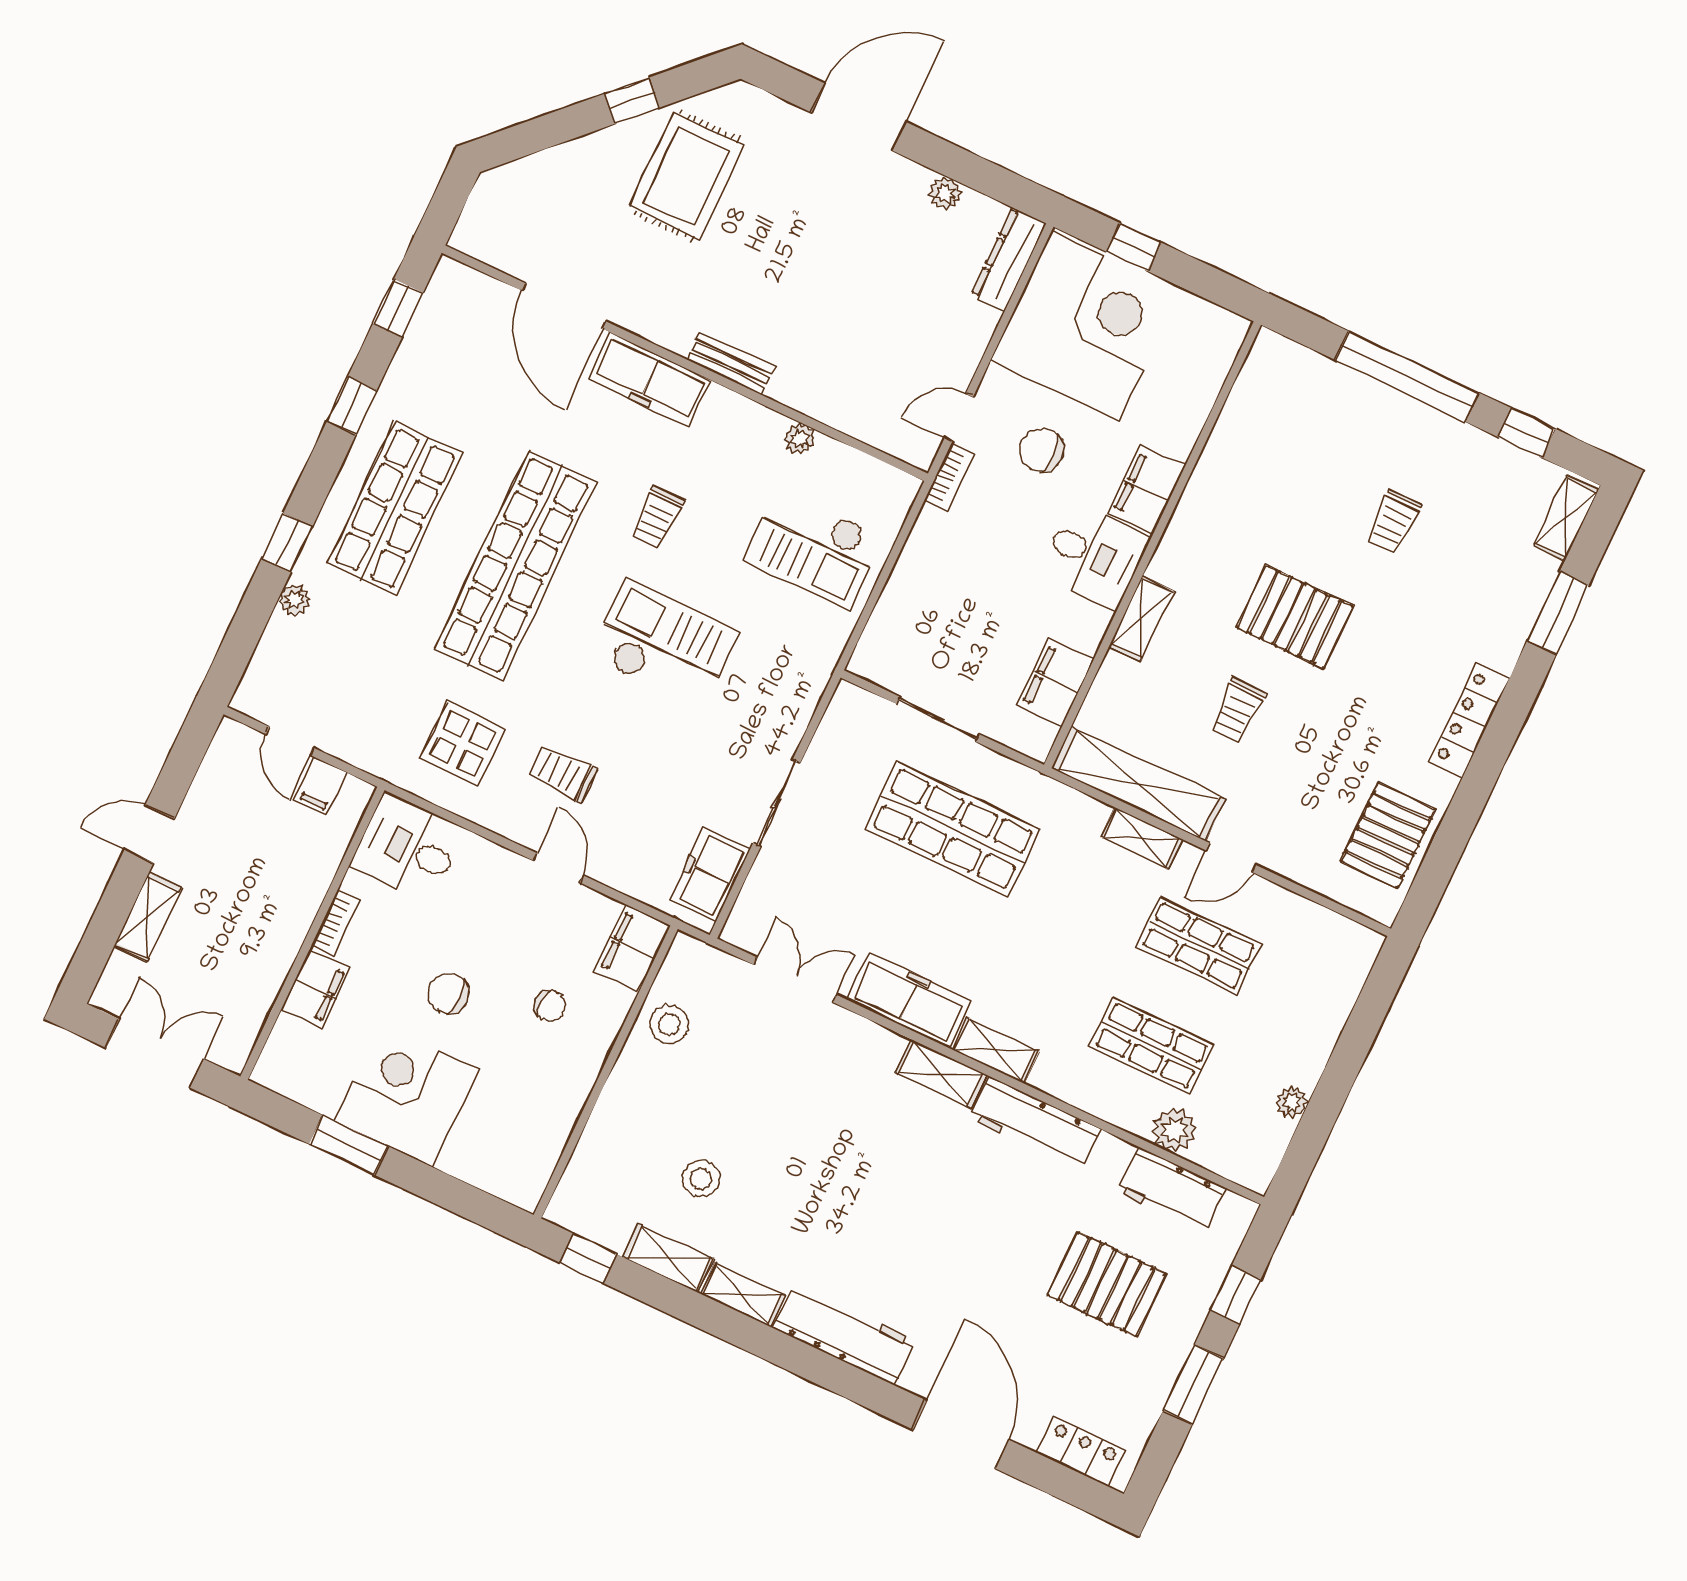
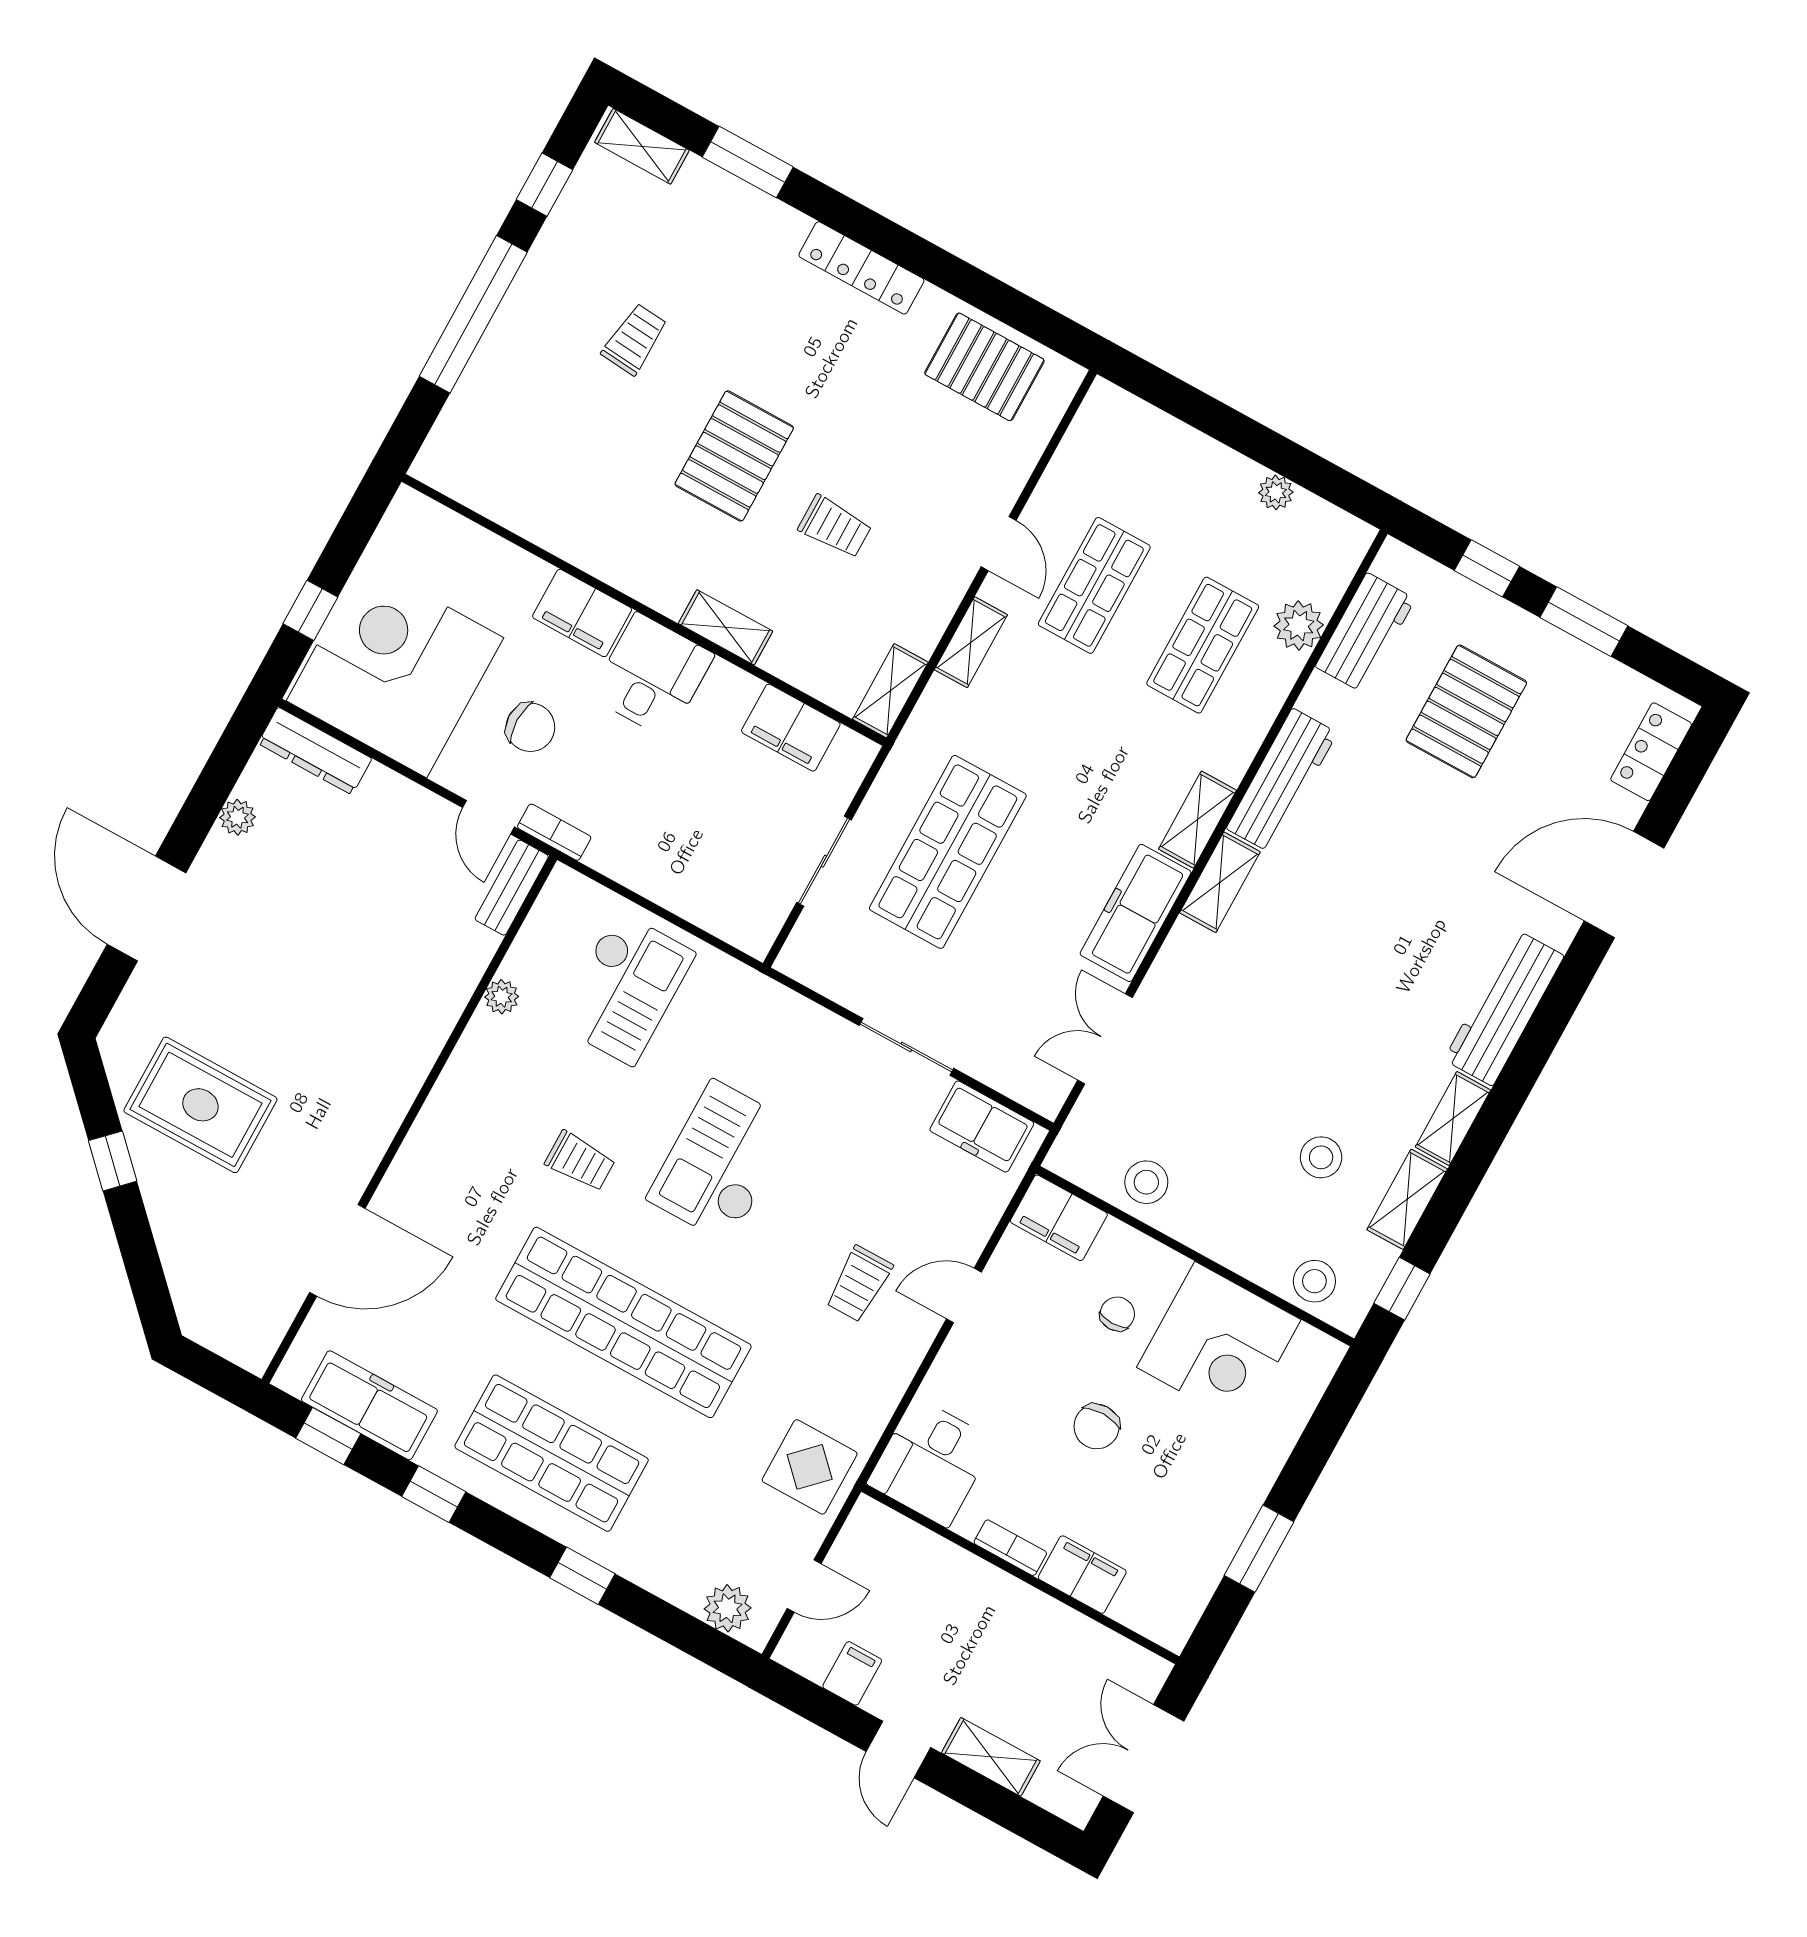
bench: (731, 363) -> (512, 888), moved
freezer: (649, 380) -> (369, 1405), moved, turned -90
chair: (1042, 450) -> (530, 727), turned -90
trolley: (1394, 522) -> (635, 339), turned -85
plant: (295, 600) -> (728, 1608), moved, width x1.38, depth x1.38
display table: (463, 743) -> (810, 1467), moved
shelving: (1138, 784) -> (890, 691), width x0.45, depth x0.75
filing cabinet: (320, 786) -> (852, 1673), moved, turned -90
corner desk: (407, 1095) -> (1219, 1343), moved, turned -90
stool: (590, 1180) -> (1314, 1281), added

